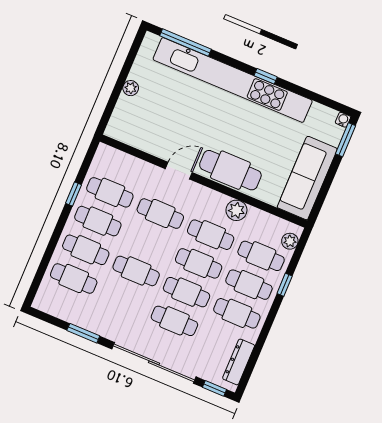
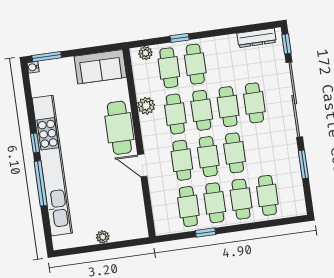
window: (186, 43) -> (41, 183), moved
sofa: (307, 178) -> (100, 67), width x0.73
cafe table: (237, 313) -> (208, 157), moved

